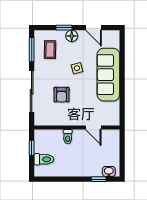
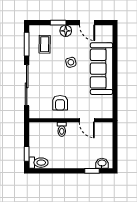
armchair: (62, 95) -> (60, 103), moved
window: (32, 148) -> (27, 154), moved
toilet: (44, 159) -> (39, 163), moved

